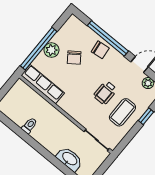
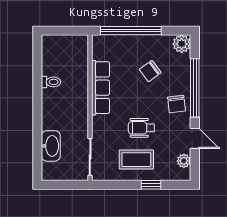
plant: (51, 50) -> (182, 44), moved
chair: (100, 50) -> (177, 104), moved
row of seats: (43, 84) -> (101, 88), moved

